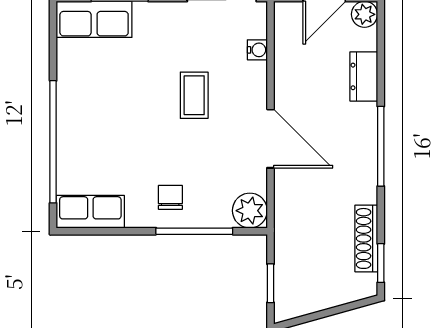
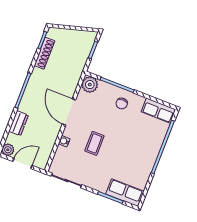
water cooler: (257, 50) -> (64, 141), moved

